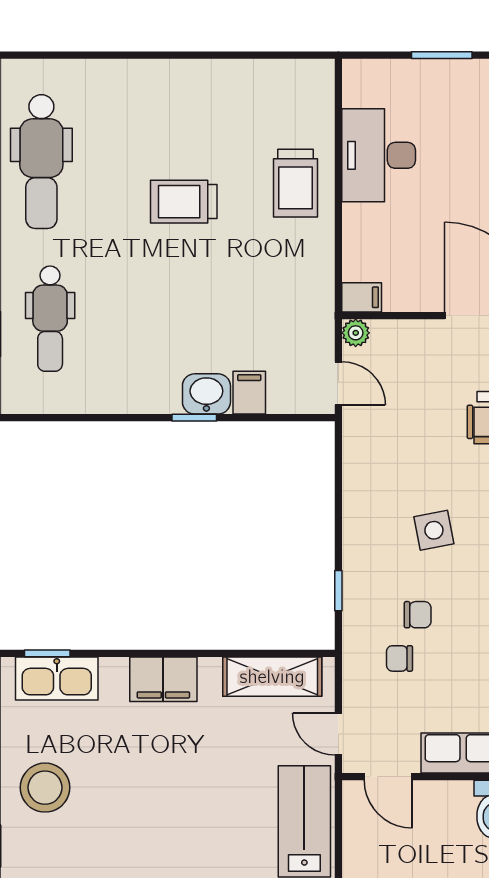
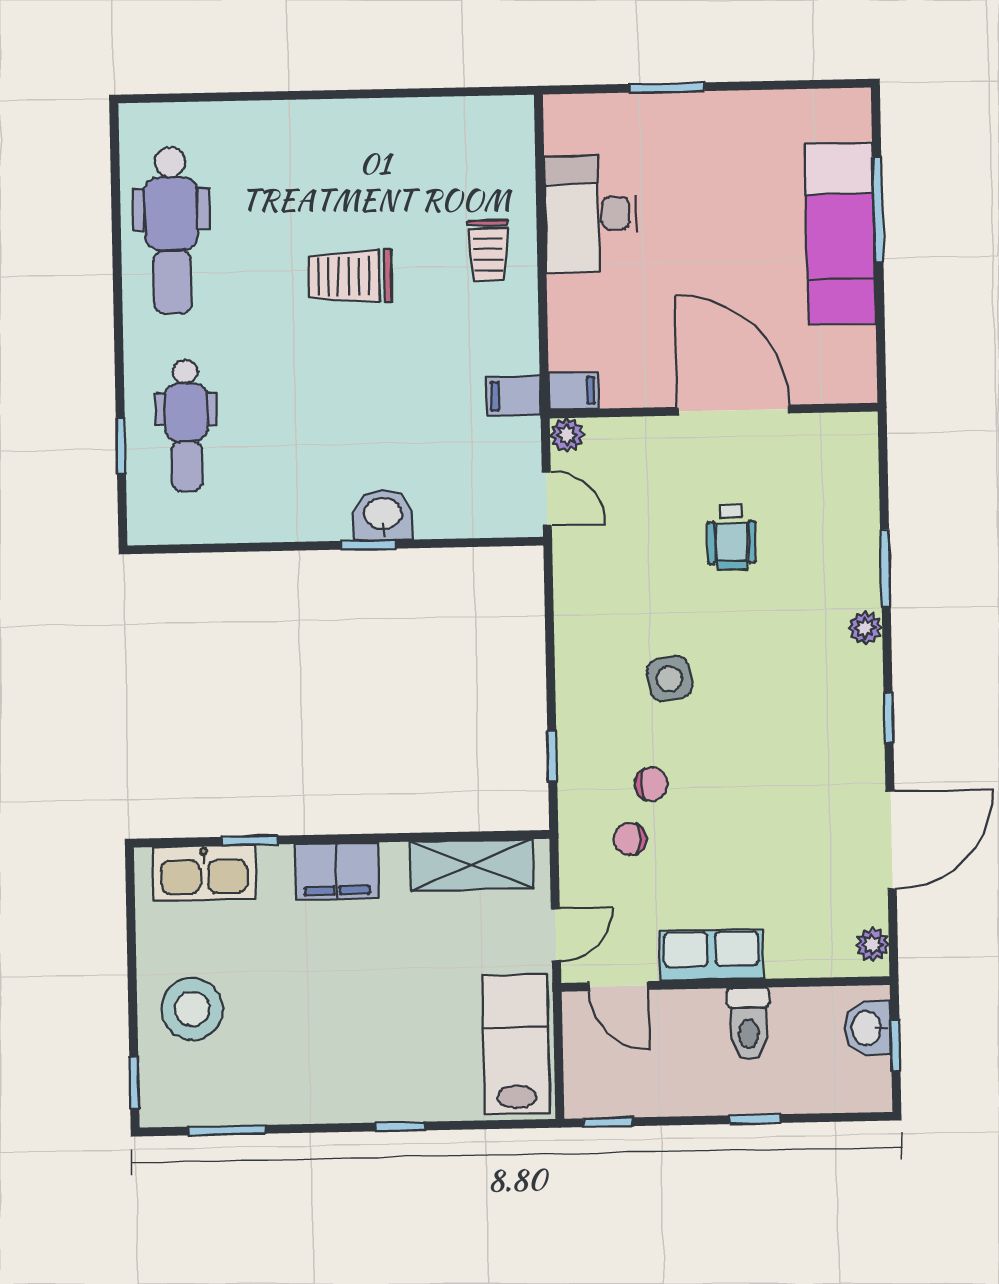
trolley: (295, 183) -> (488, 250), width x0.73, depth x0.72
filing cabinet: (249, 393) -> (514, 396), moved, turned -90
window: (47, 653) -> (250, 841), moved
door: (338, 734) -> (556, 935), swing flipped

